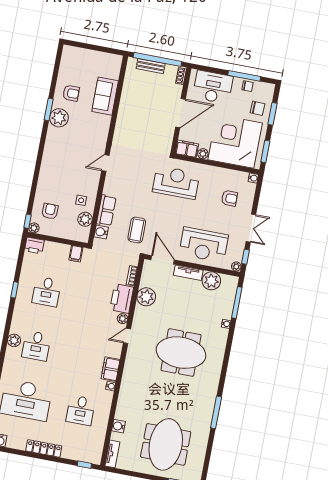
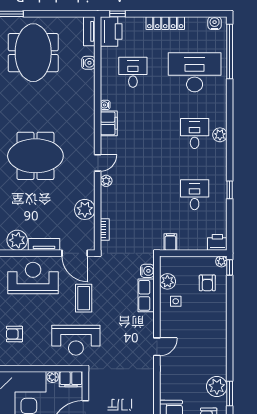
coffee table: (137, 230) -> (84, 298), moved
printer: (122, 299) -> (111, 31), moved

